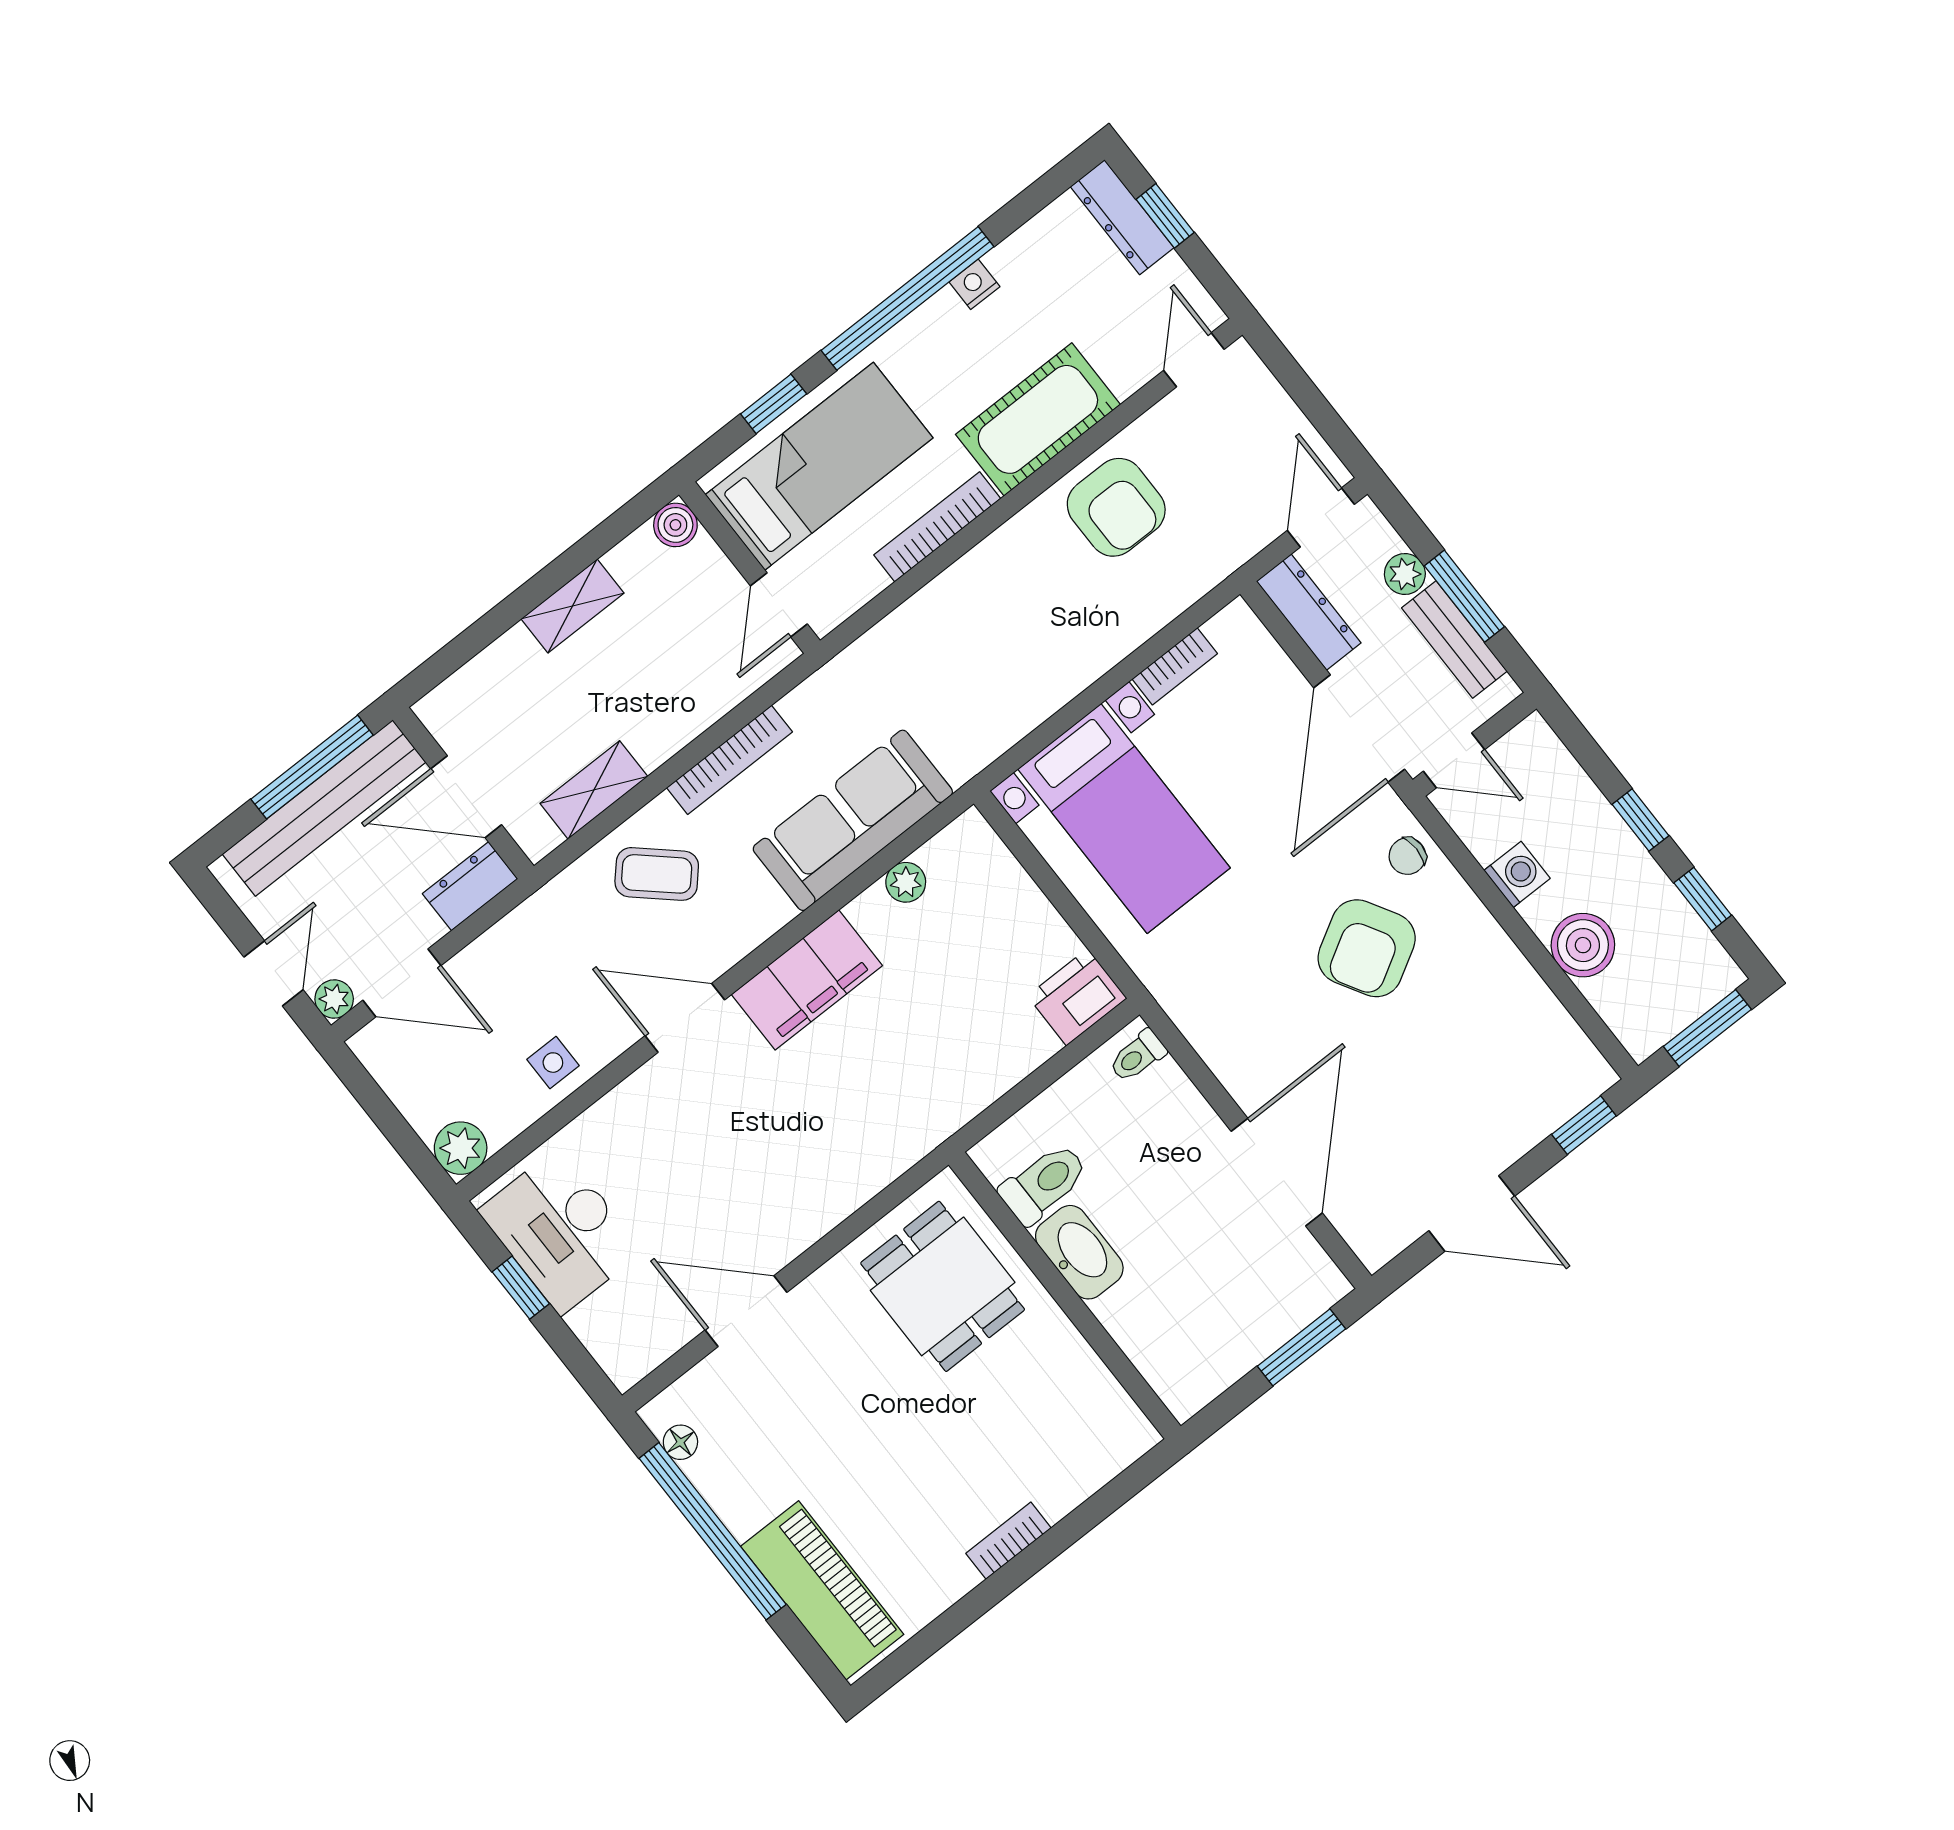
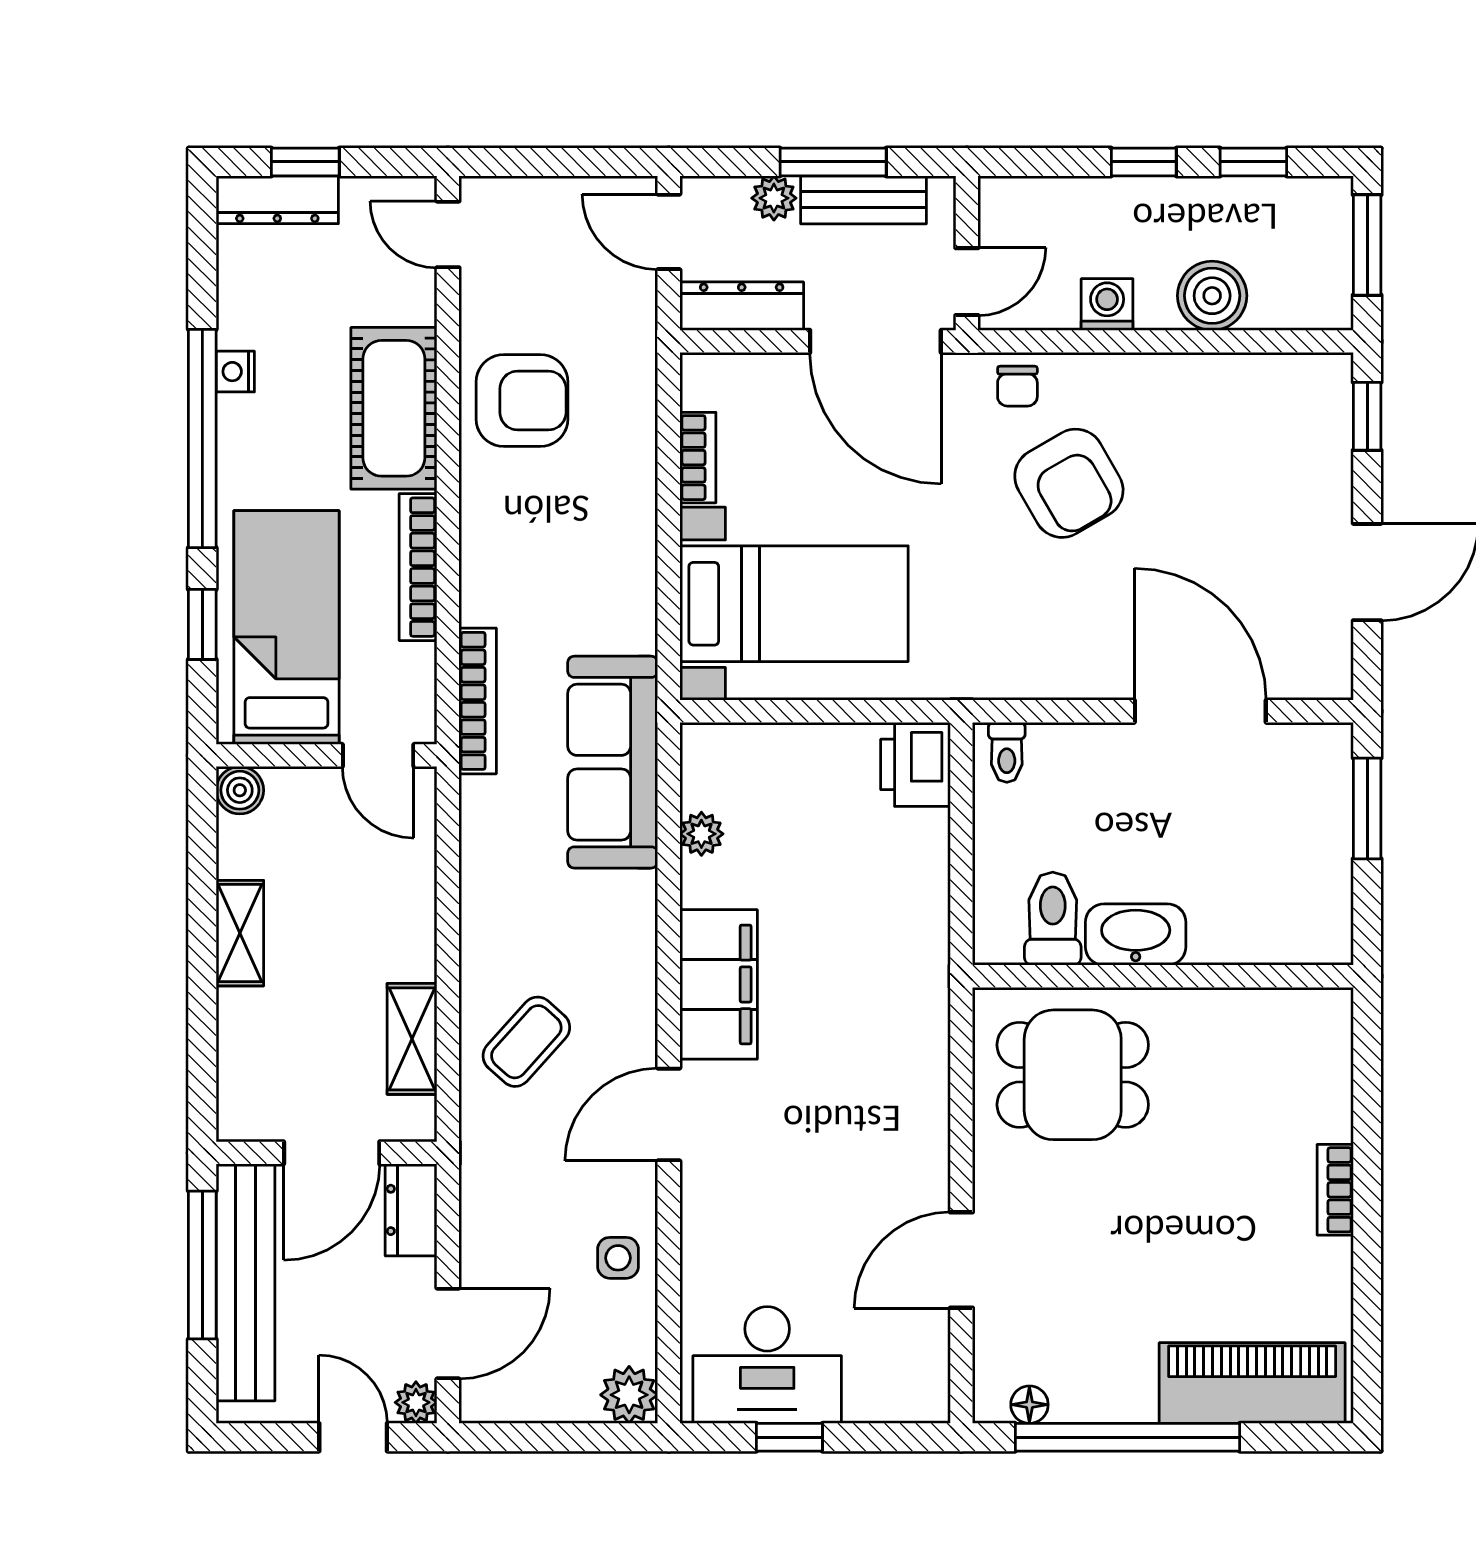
bookcase: (730, 760) -> (478, 701), moved
sofa: (853, 820) -> (613, 762), moved

